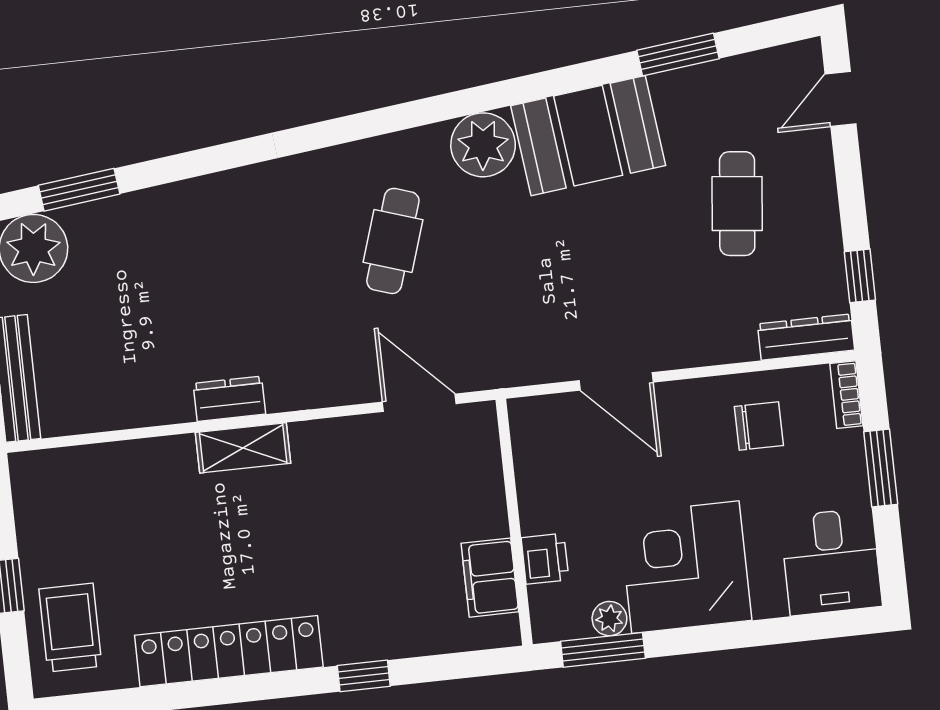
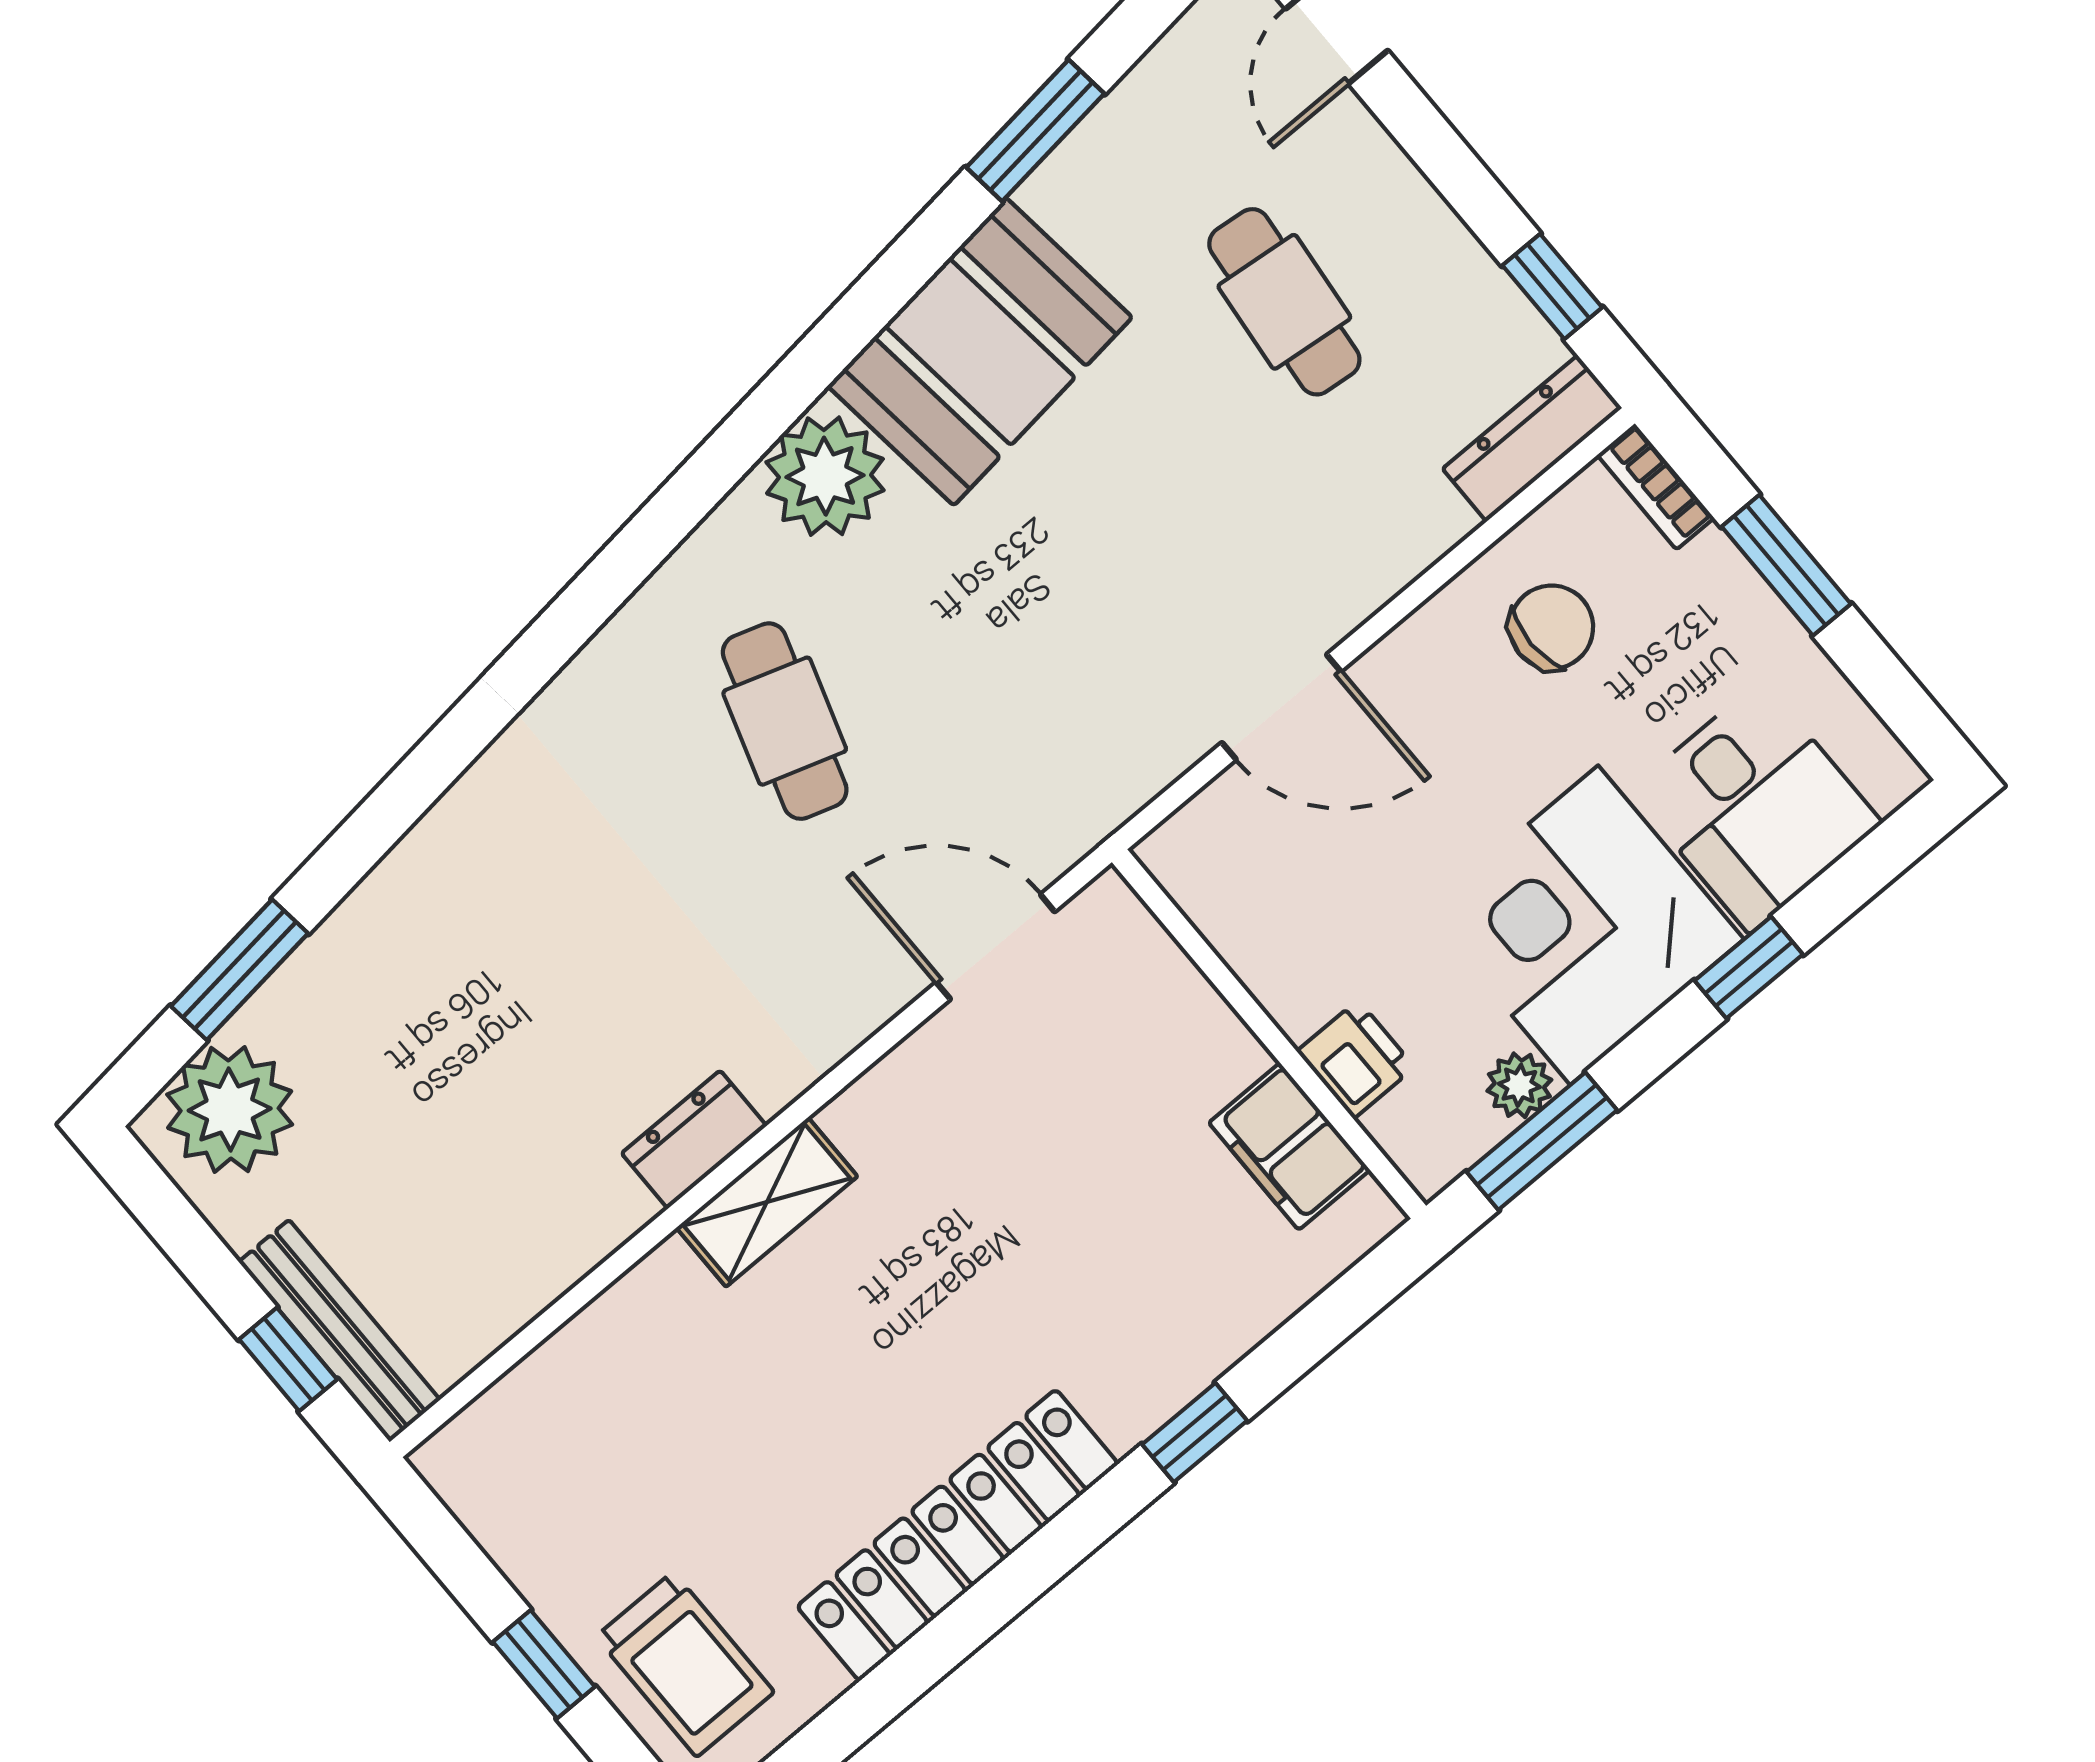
desk: (831, 562) -> (1756, 807), moved
trolley: (70, 628) -> (685, 1664), turned 180
window: (745, 634) -> (1749, 968), added

